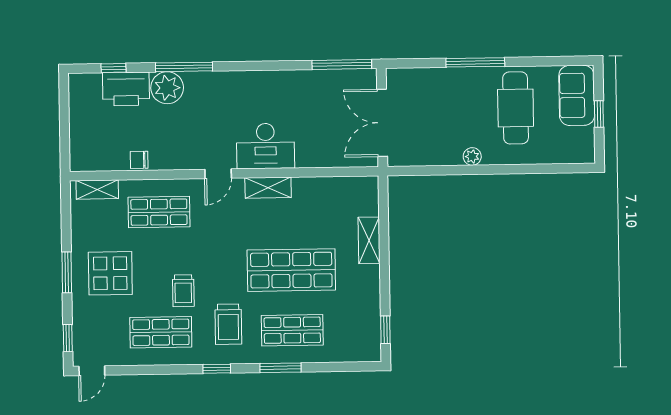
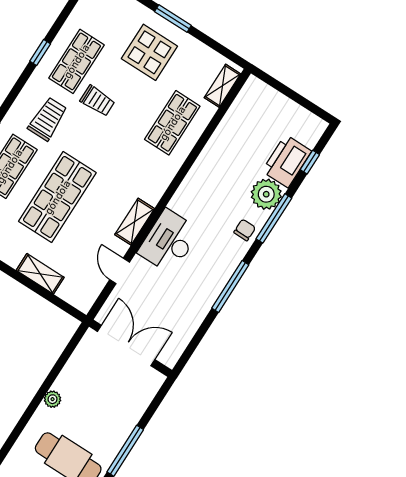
window: (342, 64) -> (230, 287), moved
chair: (139, 160) -> (245, 230), moved
door: (218, 174) -> (120, 271), moved
trolley: (183, 291) -> (98, 101), turned 180
trolley: (228, 324) -> (48, 119), turned 90
window: (217, 369) -> (40, 52), moved

